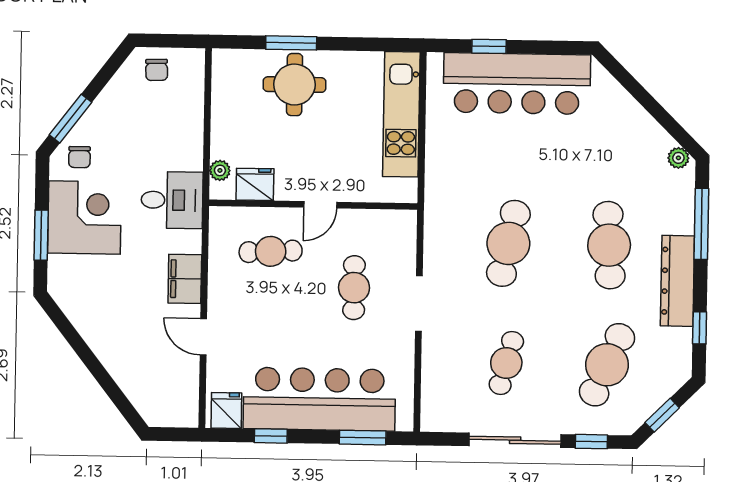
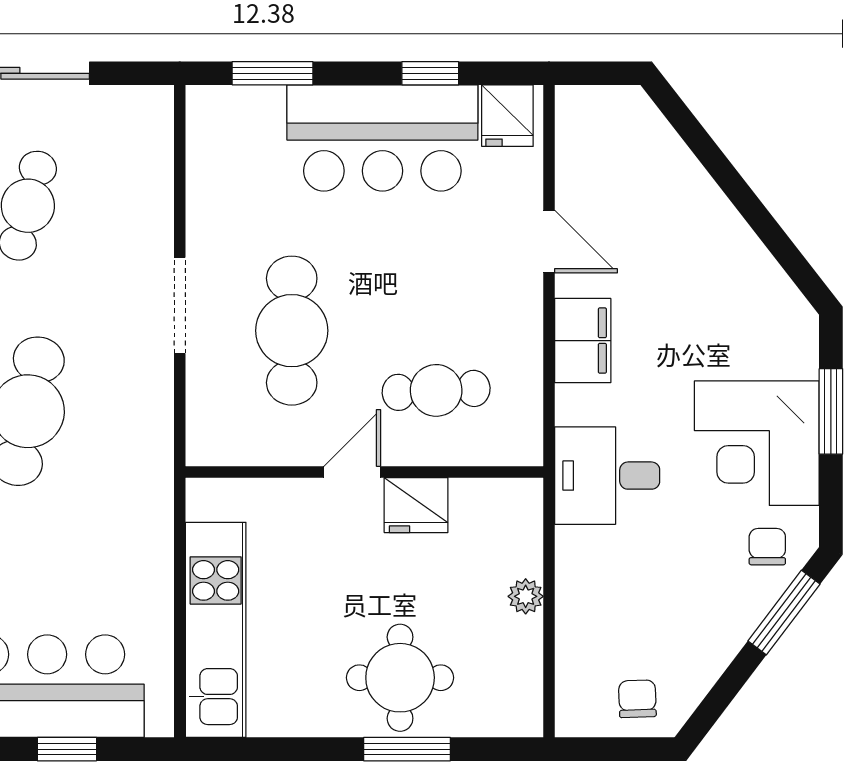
plant: (220, 170) -> (526, 596), moved
fridge: (255, 184) -> (416, 505), moved
cafe table: (354, 288) -> (292, 331), width x1.37, depth x1.35
bar counter: (319, 399) -> (382, 138), width x0.73

